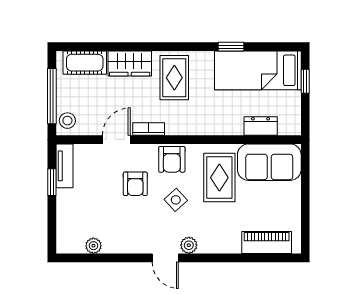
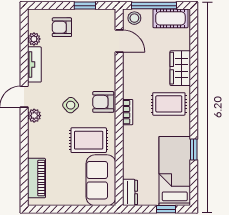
cot: (85, 63) -> (170, 18), moved, turned 90
dresser: (261, 126) -> (130, 192), moved
bookcase: (149, 129) -> (128, 112), moved
door: (116, 140) -> (119, 41), moved
tv unit: (64, 166) -> (34, 64), moved, turned -90
armchair: (135, 184) -> (62, 27), moved

